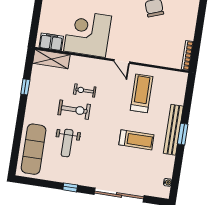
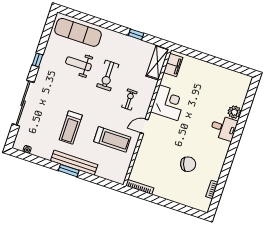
corner desk: (88, 34) -> (168, 103), width x0.74, depth x0.74
exercise bike: (85, 91) -> (129, 99), moved

